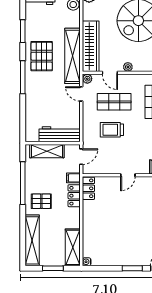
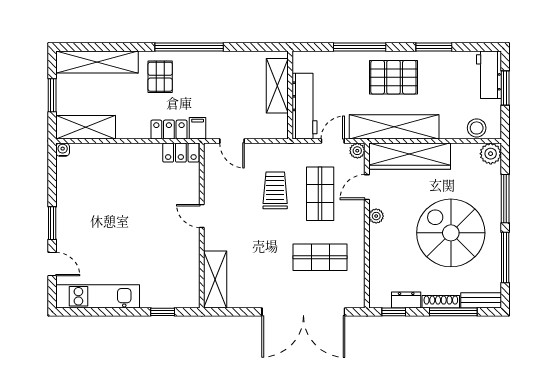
workbench: (60, 134) -> (304, 106), moved
wall: (53, 143) -> (290, 95), moved
shelving: (47, 151) -> (277, 86), moved

